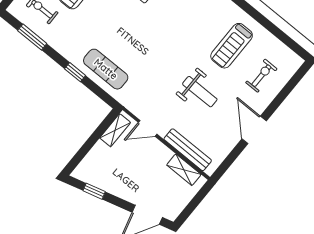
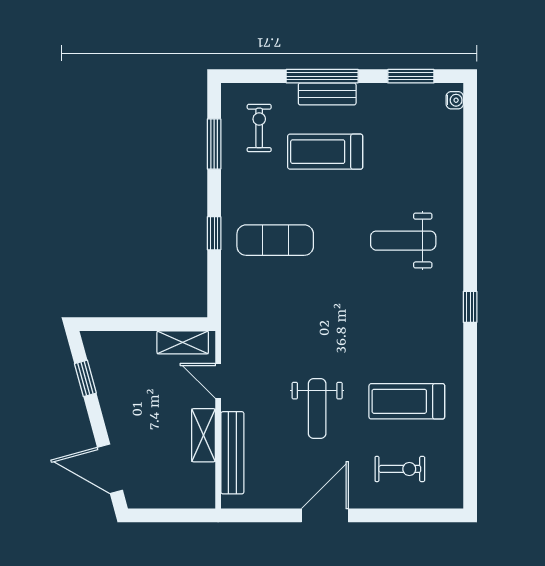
exercise mat: (106, 69) -> (275, 240), moved, turned 90
shelving: (184, 170) -> (204, 435), moved

